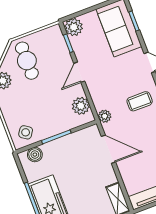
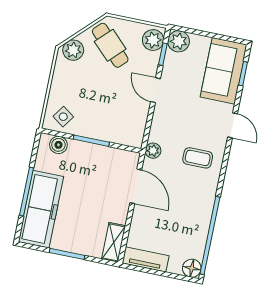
cafe table: (27, 61) -> (110, 45), turned -45
door: (79, 72) -> (156, 90), hinge flipped
plant: (81, 106) -> (153, 40), moved

